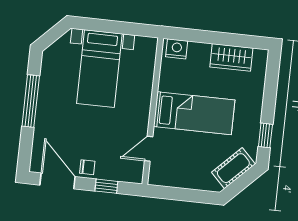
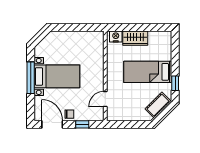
wardrobe: (231, 57) -> (135, 38), moved
bed with nightstands: (99, 69) -> (57, 76), moved, turned -90
bed: (194, 113) -> (148, 72), moved, turned 180

